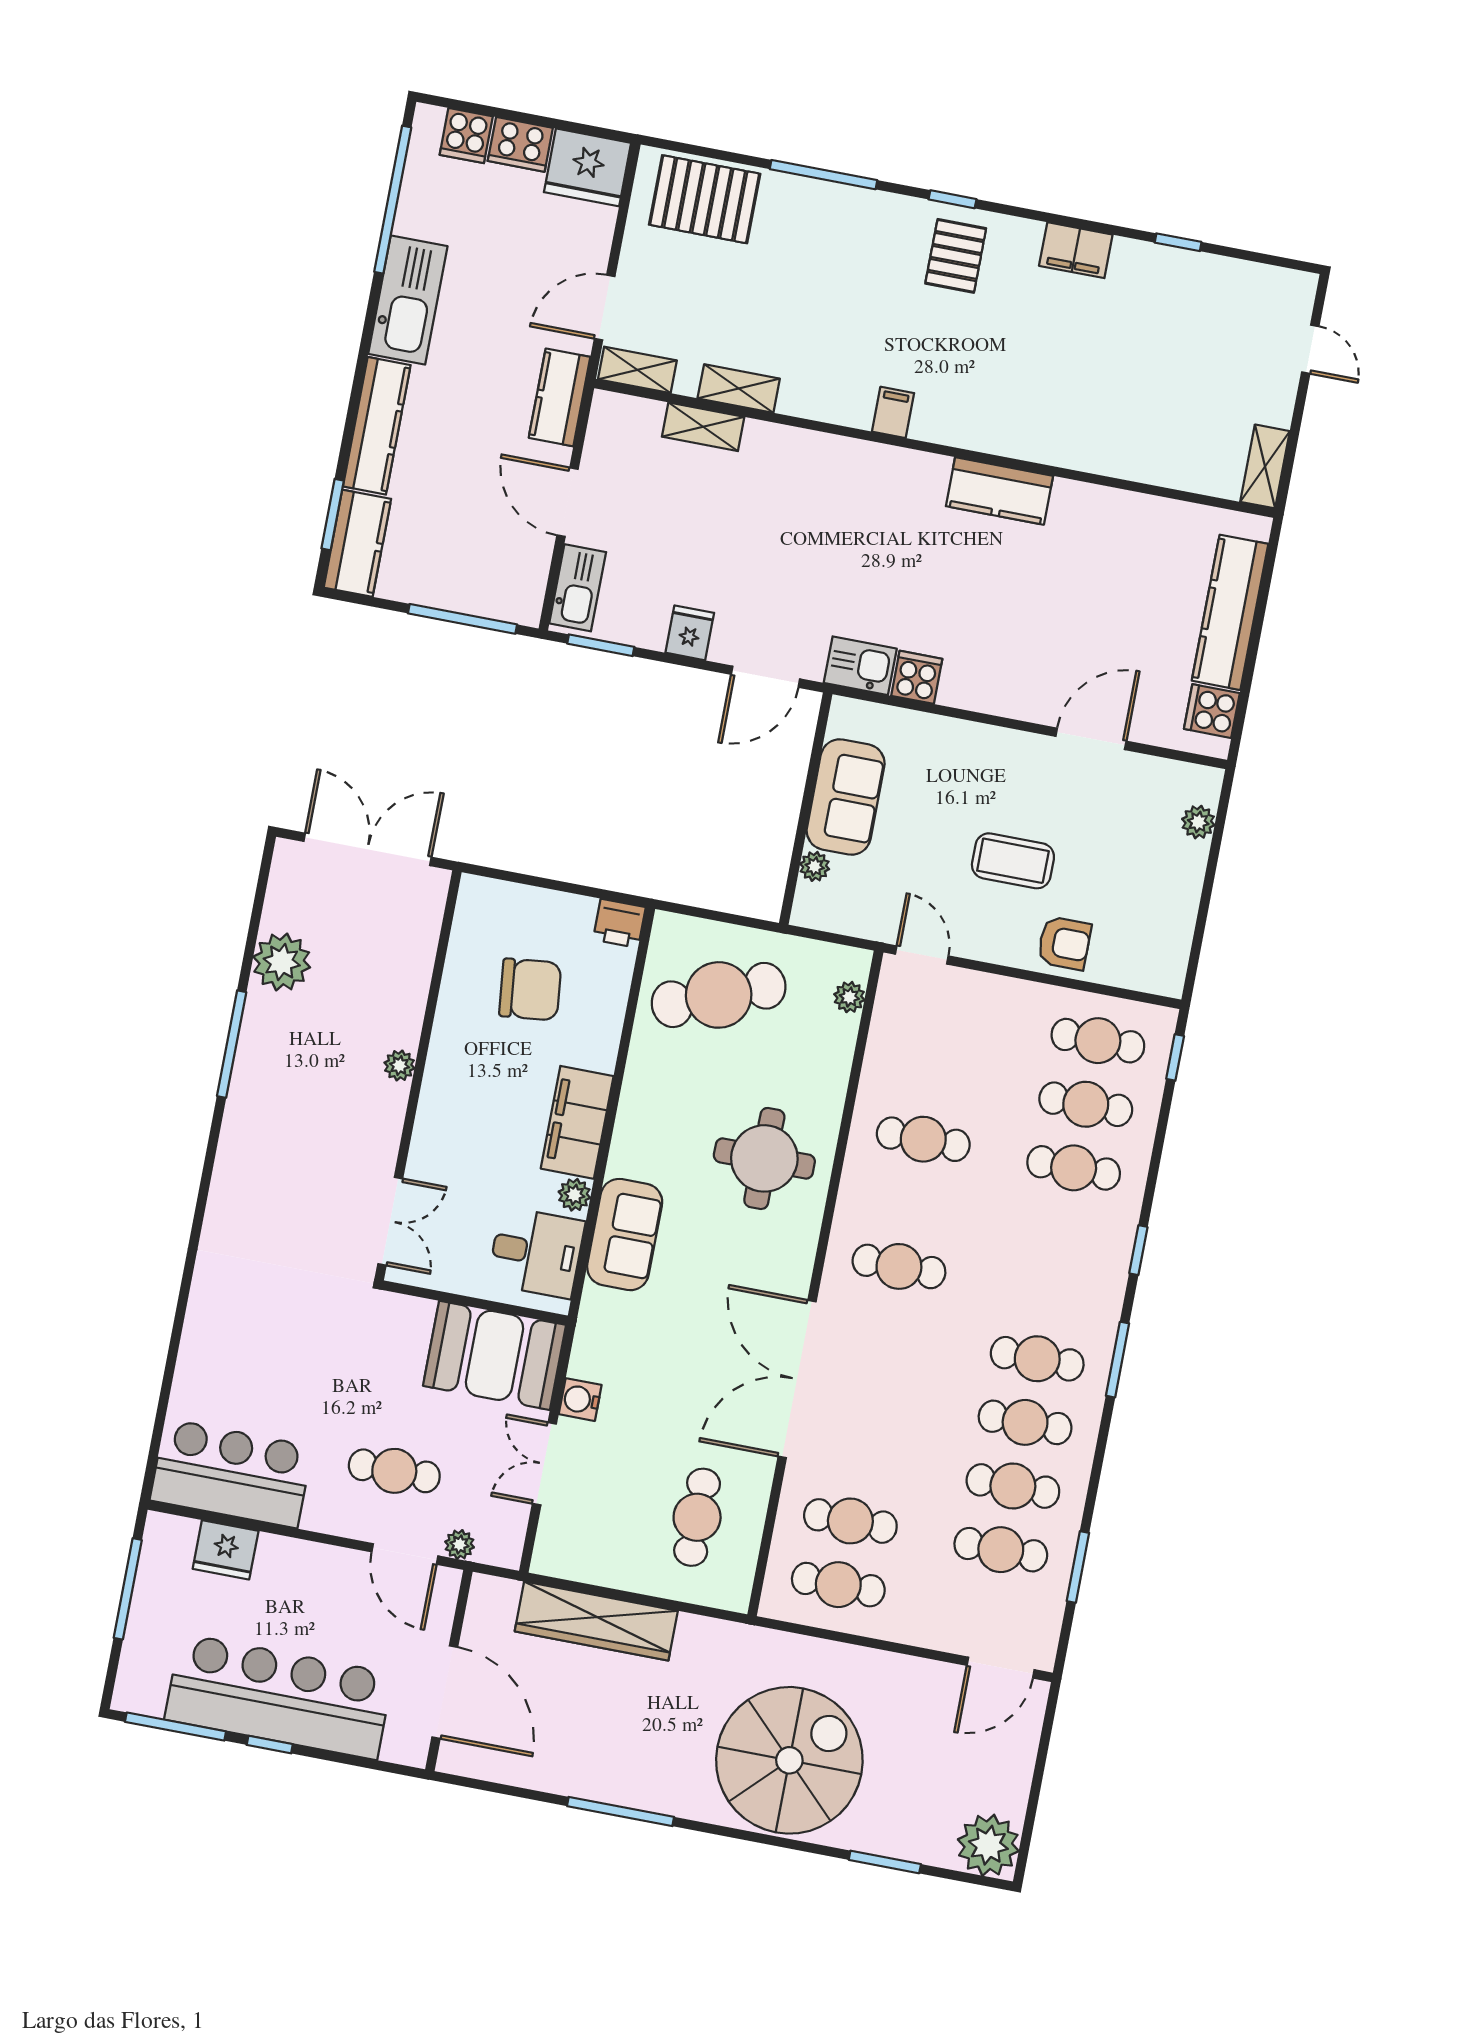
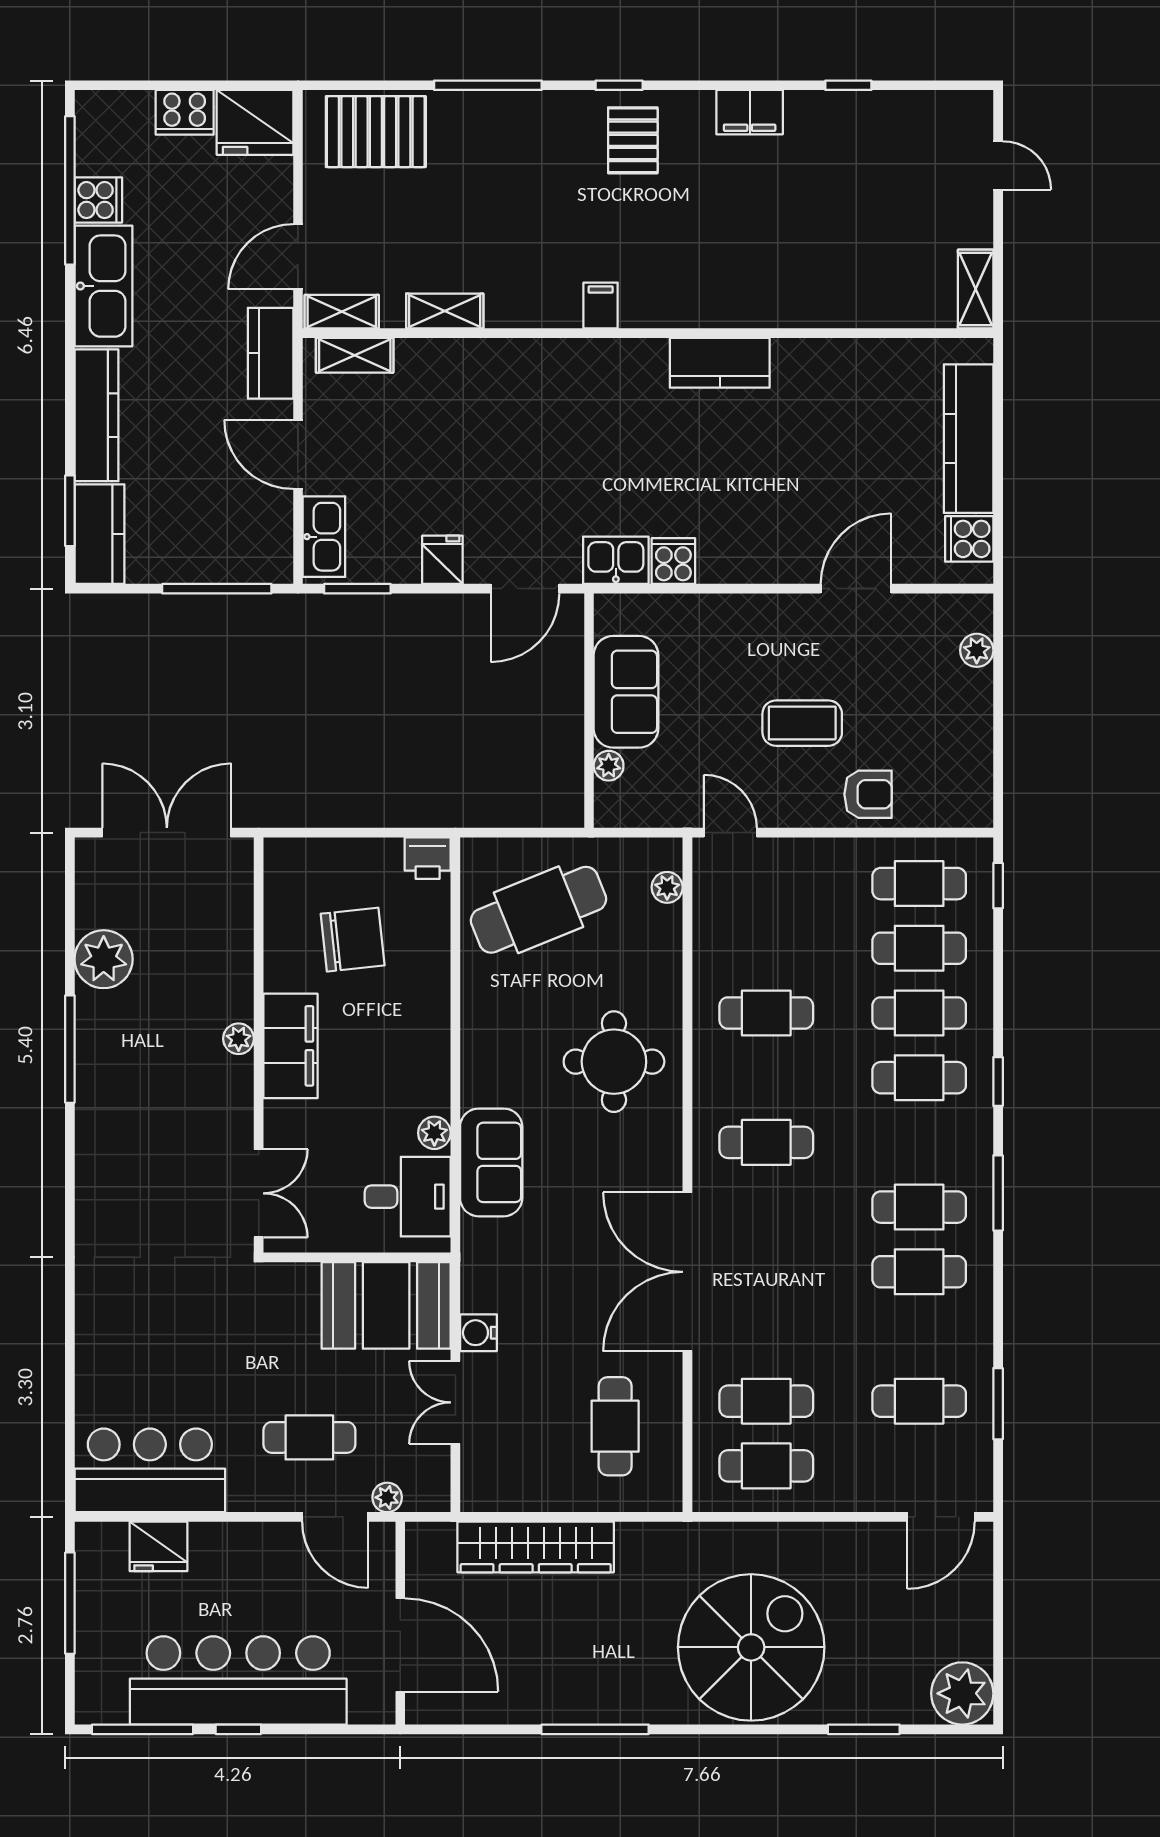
cooker: (466, 136) -> (98, 200), moved, turned -90
shelving: (703, 427) -> (355, 355), moved
filing cabinet: (577, 1122) -> (290, 1046), moved, turned 180
cafe table: (1013, 1486) -> (919, 1078), moved

